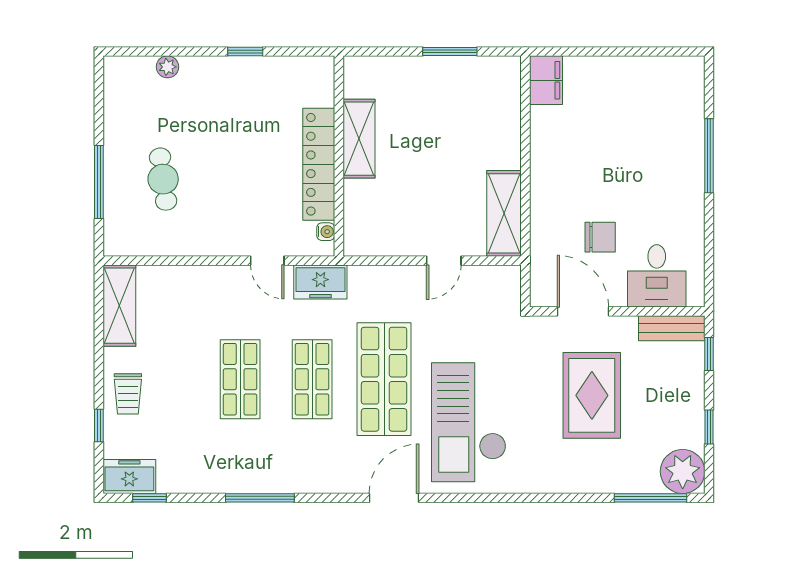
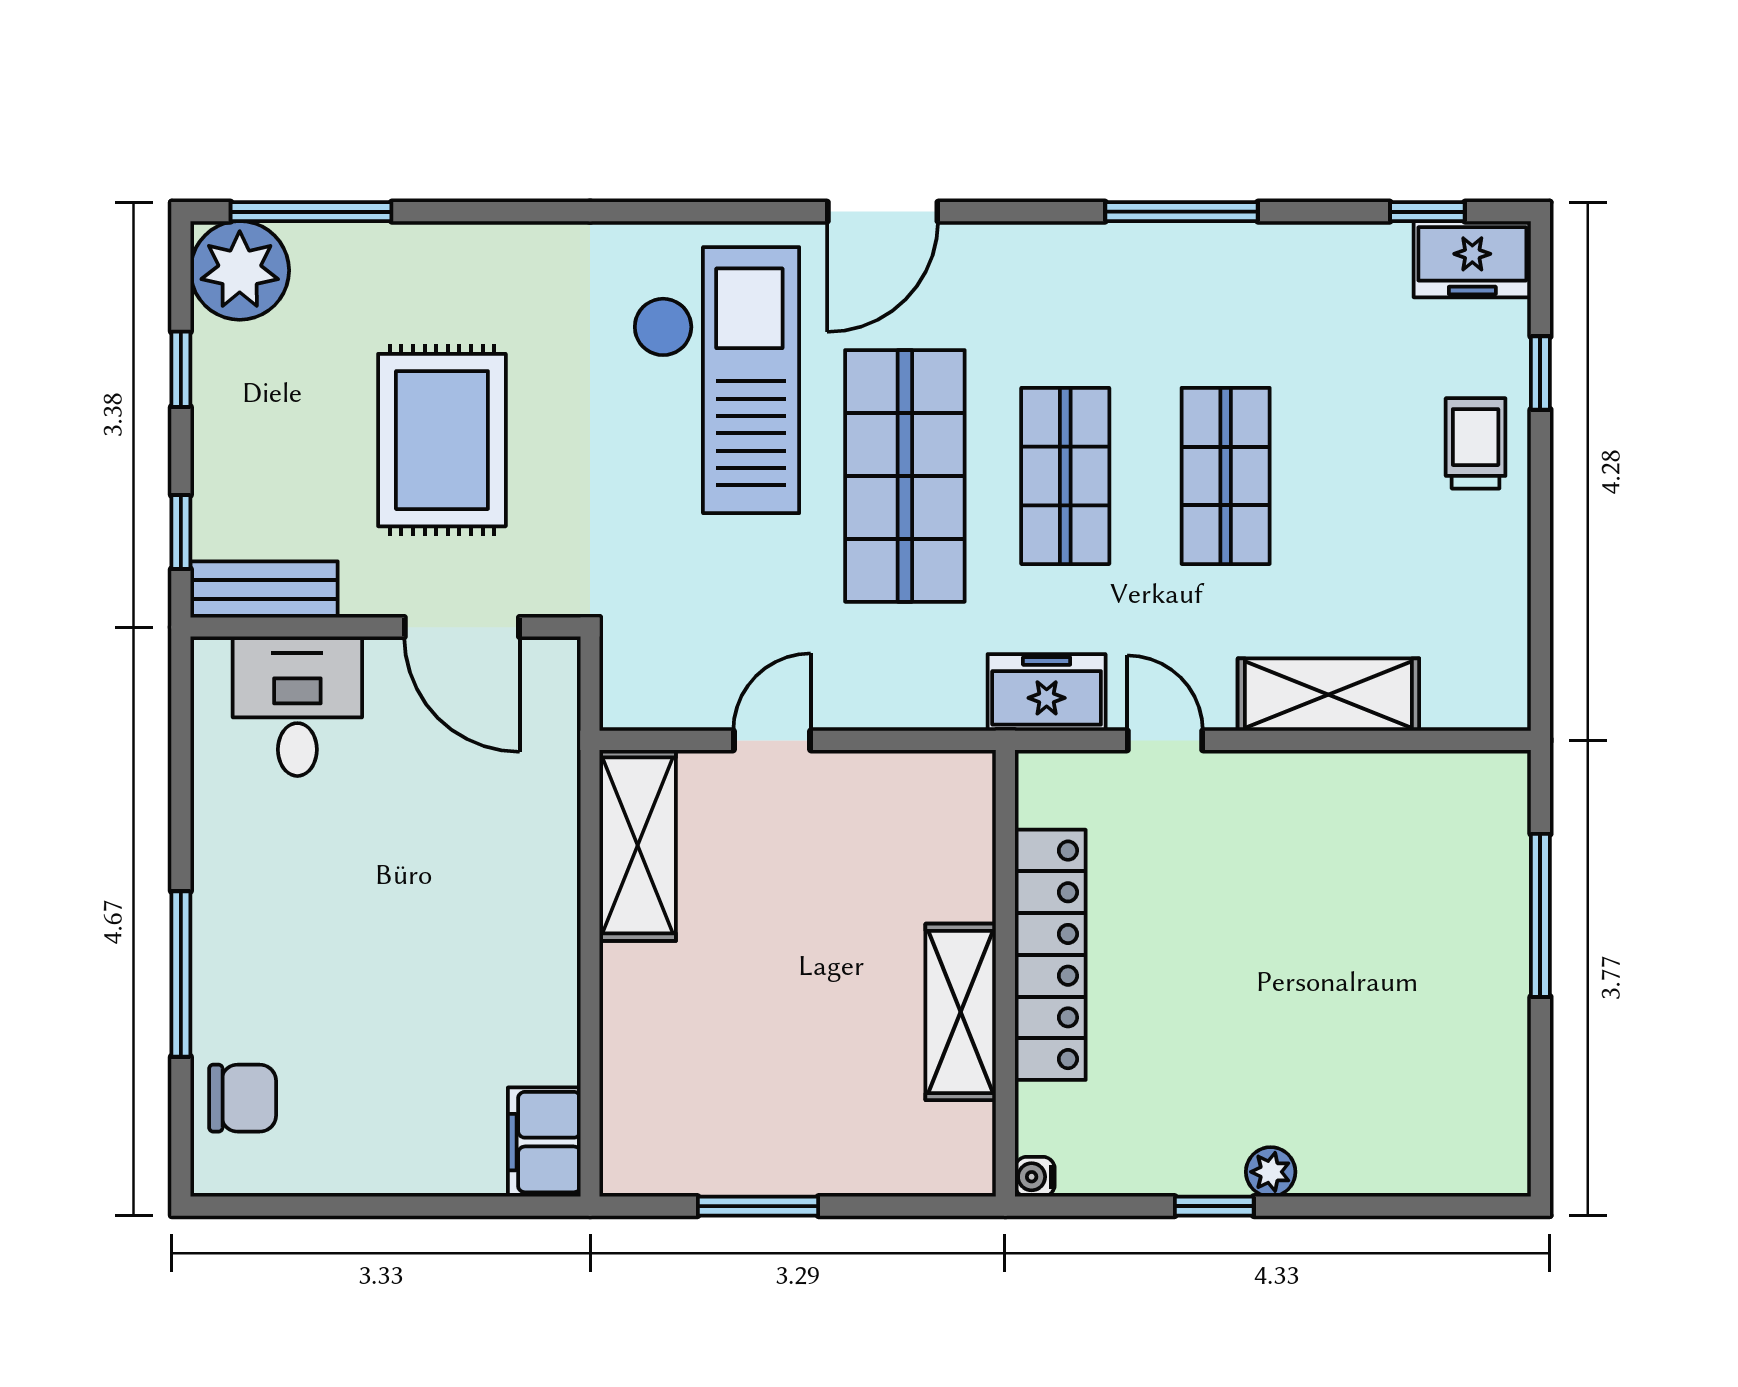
plant: (167, 67) -> (1271, 1172), moved
cafe table: (163, 179) -> (1397, 922), removed
water cooler: (326, 232) -> (1035, 1177), moved
chair: (600, 237) -> (243, 1098), moved, turned 180
shelving: (119, 306) -> (1328, 695), moved, turned 90

